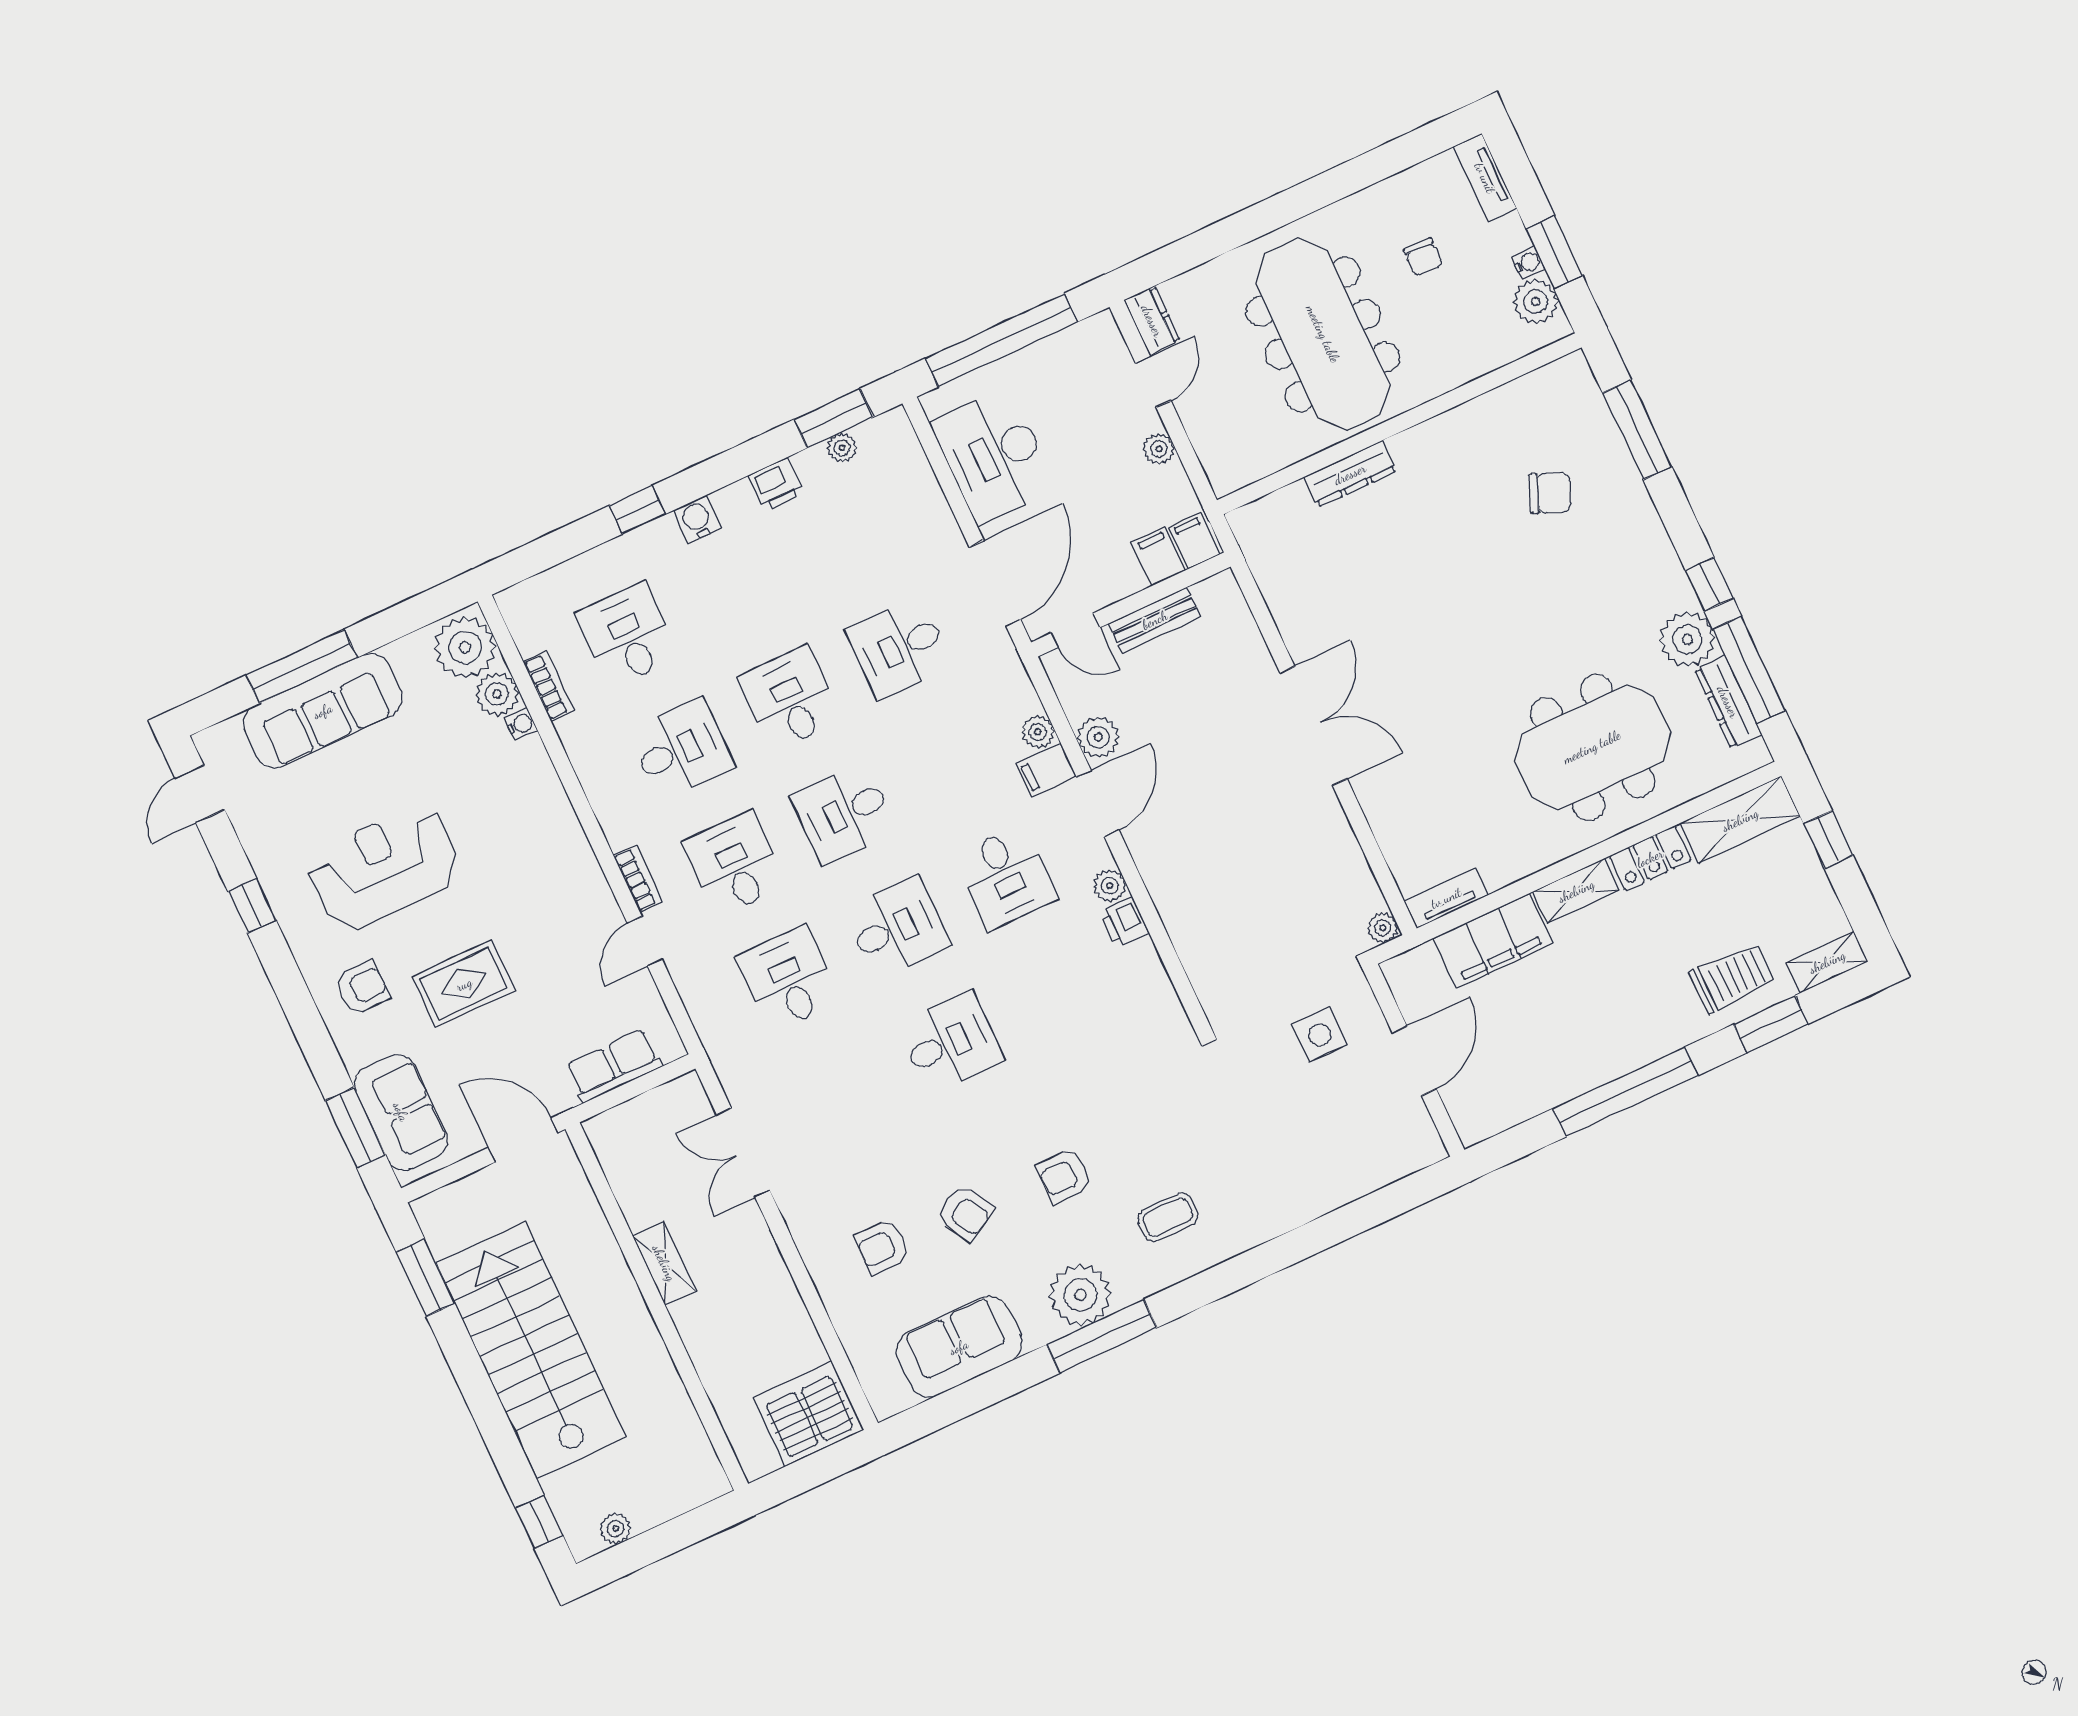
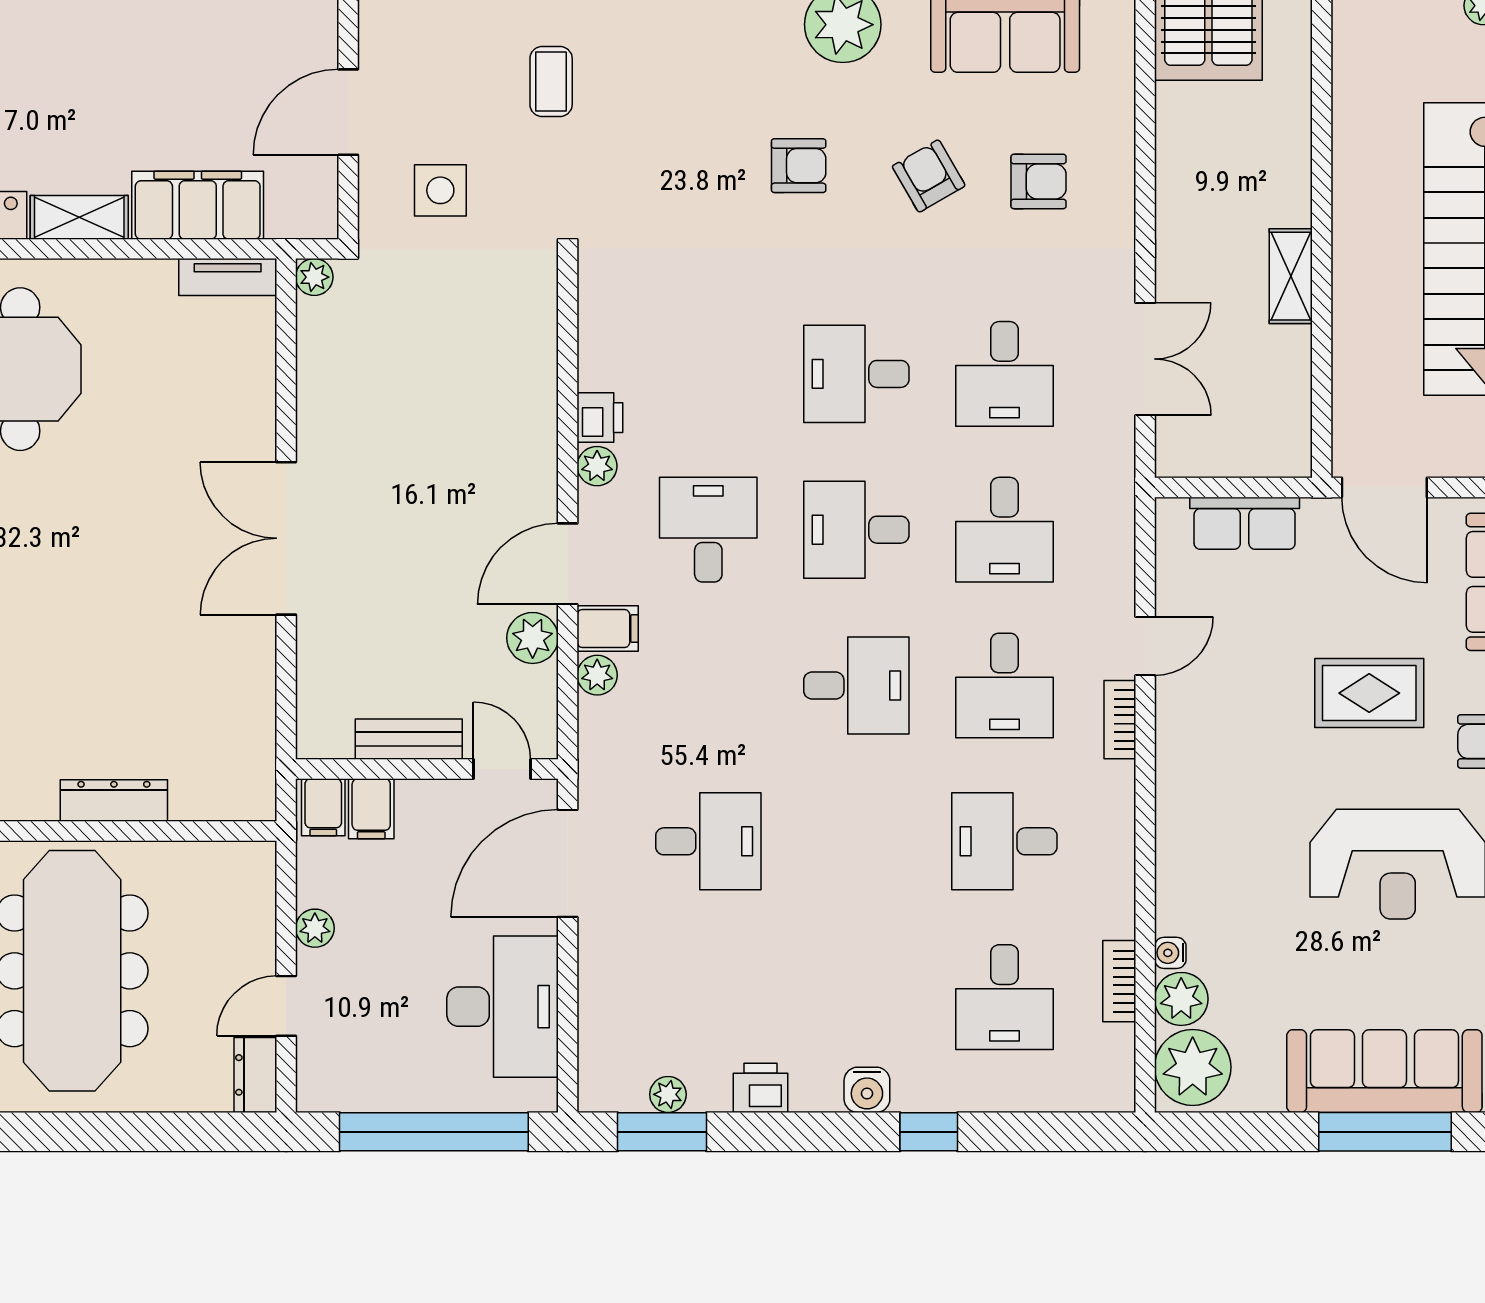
desk: (790, 699) -> (1004, 374), moved
coffee table: (1168, 1217) -> (551, 81), moved, turned 90

